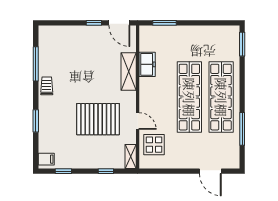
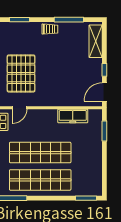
freezer: (147, 64) -> (73, 116), width x1.40
shelving: (129, 72) -> (96, 41), moved, turned 90

